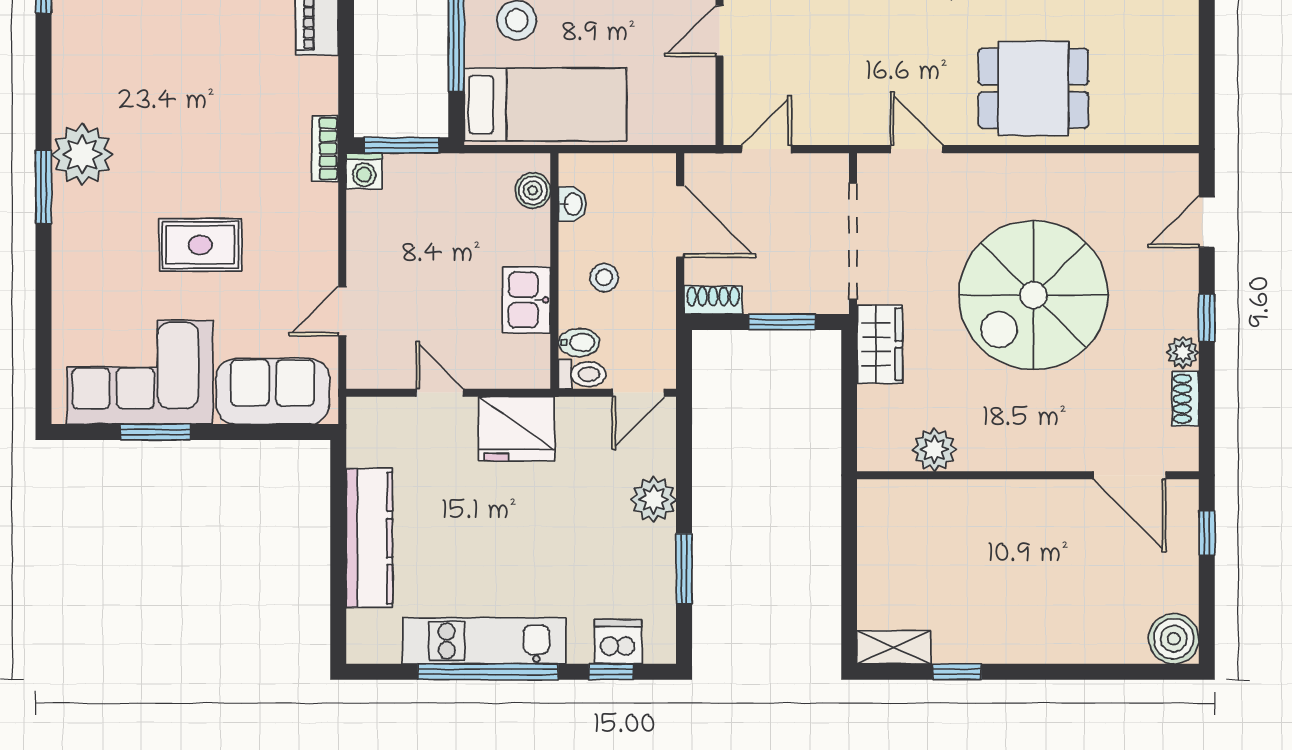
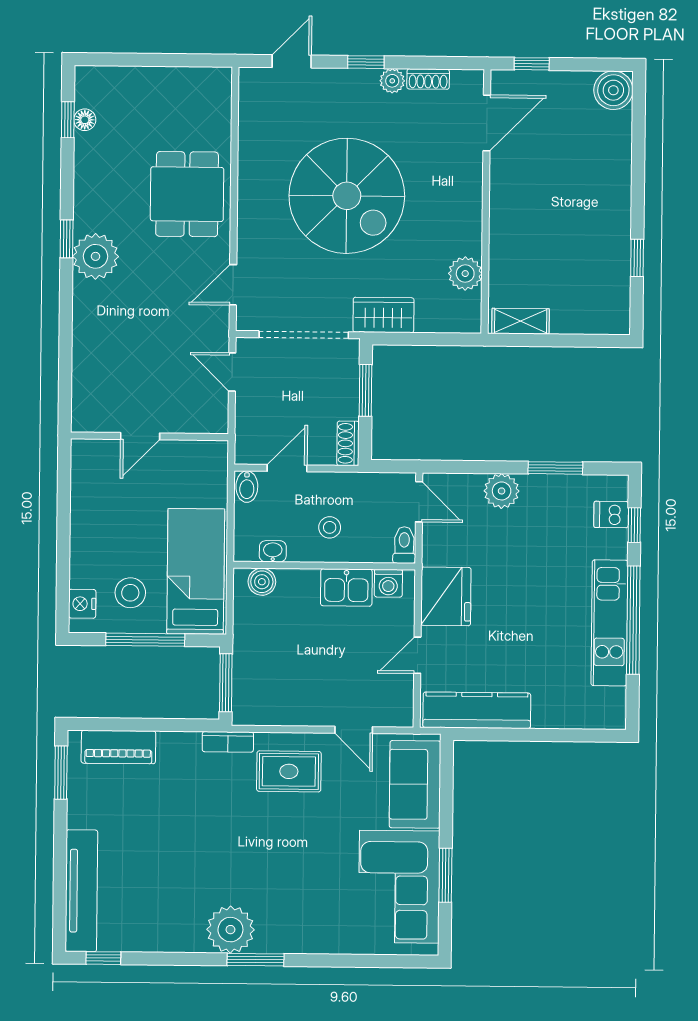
door: (719, 31) -> (140, 436), hinge flipped
door: (766, 149) -> (232, 372), moved
washing machine: (364, 171) -> (388, 583), moved, turned 90
door: (680, 221) -> (287, 468), width x0.73
door: (1207, 222) -> (292, 61), swing flipped
rug: (200, 245) -> (289, 771), moved, turned 90
bidet: (579, 342) -> (247, 487), moved, turned 180
kitchen counter: (369, 538) -> (477, 710), moved
dishwasher: (618, 642) -> (611, 515), width x0.73
shelving: (894, 647) -> (521, 321), moved, turned 90

